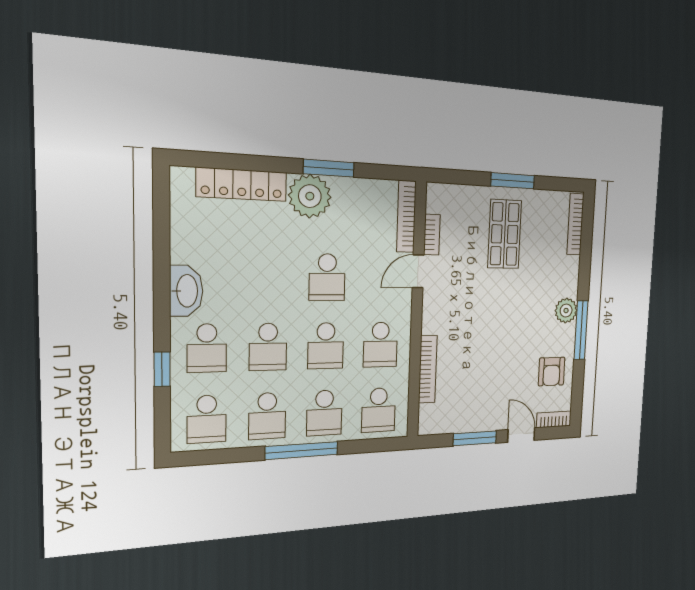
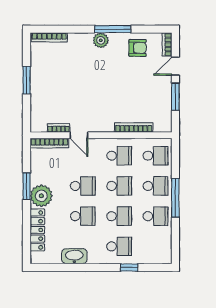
shop shelf: (505, 234) -> (57, 84), removed
washbasin: (186, 291) -> (74, 256), moved
school desk: (207, 419) -> (83, 216), moved

